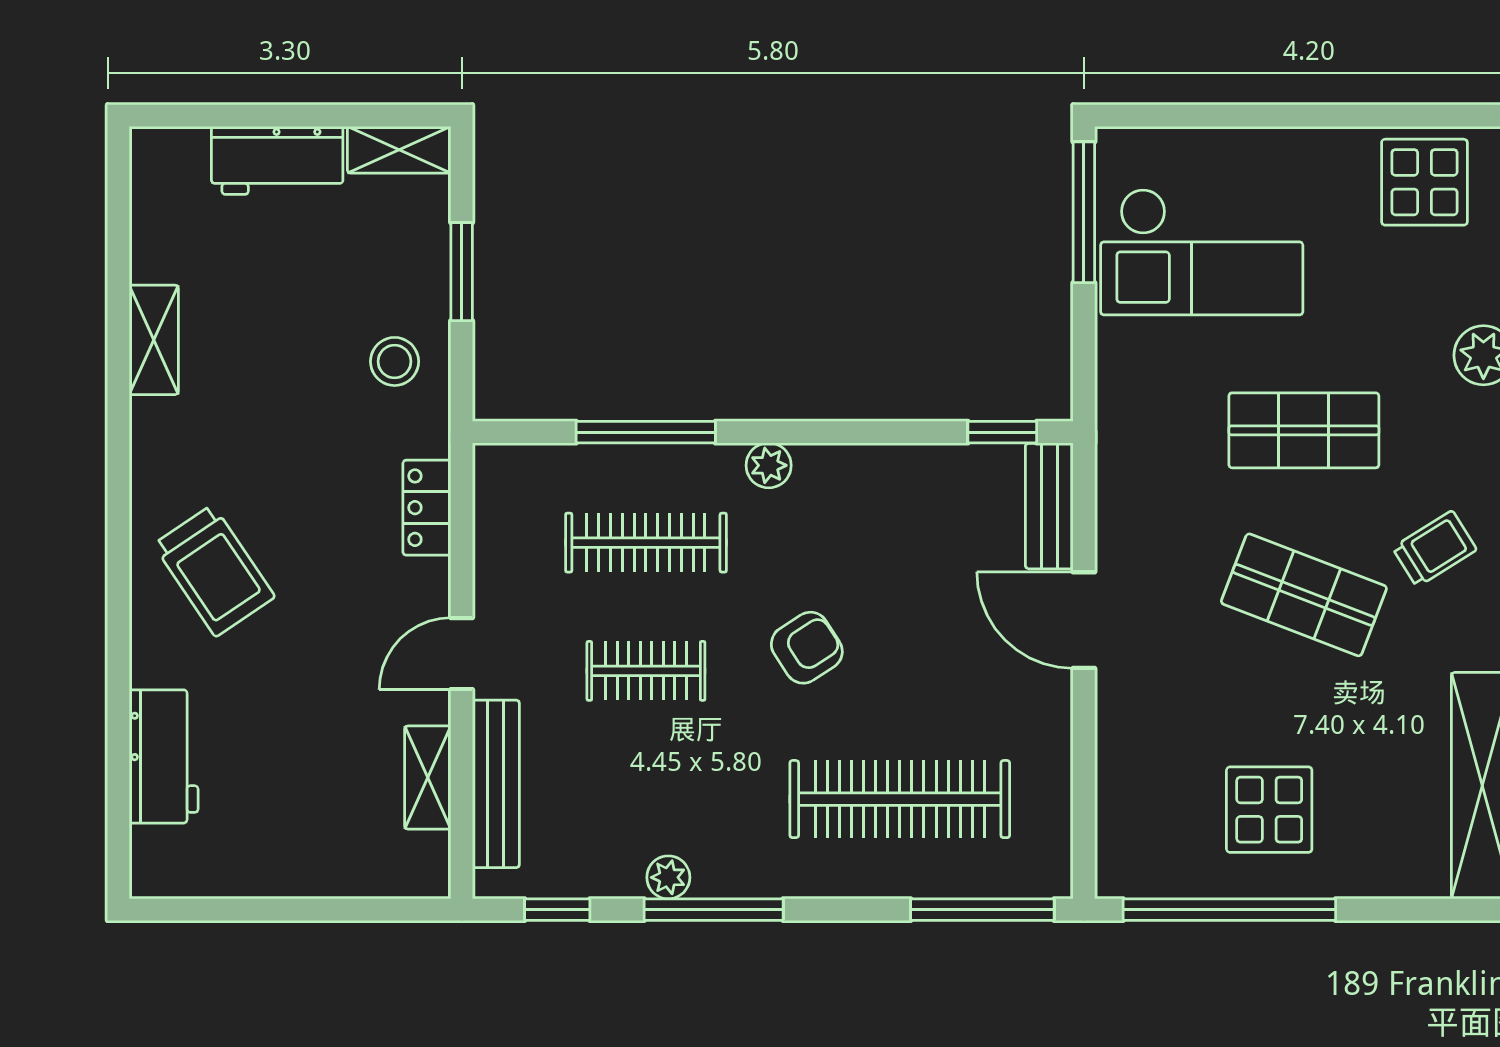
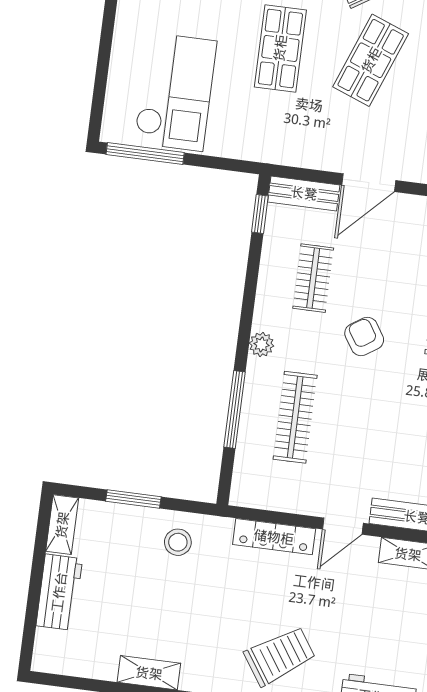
locker: (427, 508) -> (274, 537), width x1.53
door: (462, 654) -> (343, 526), hinge flipped
clothes rail: (646, 671) -> (313, 278), moved

